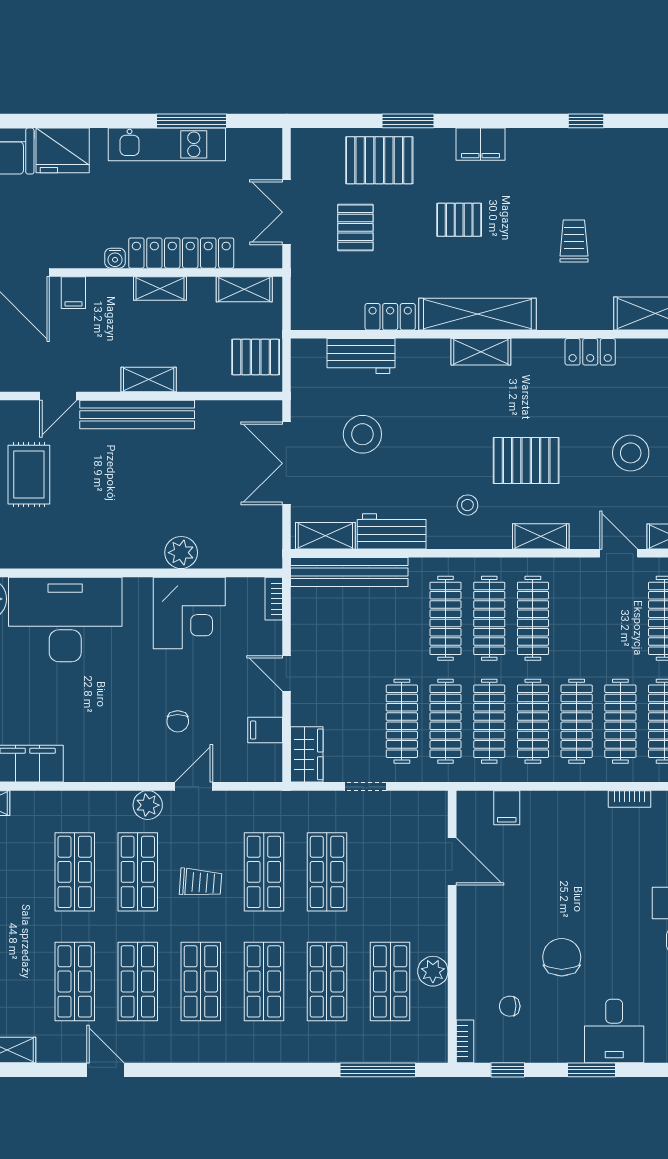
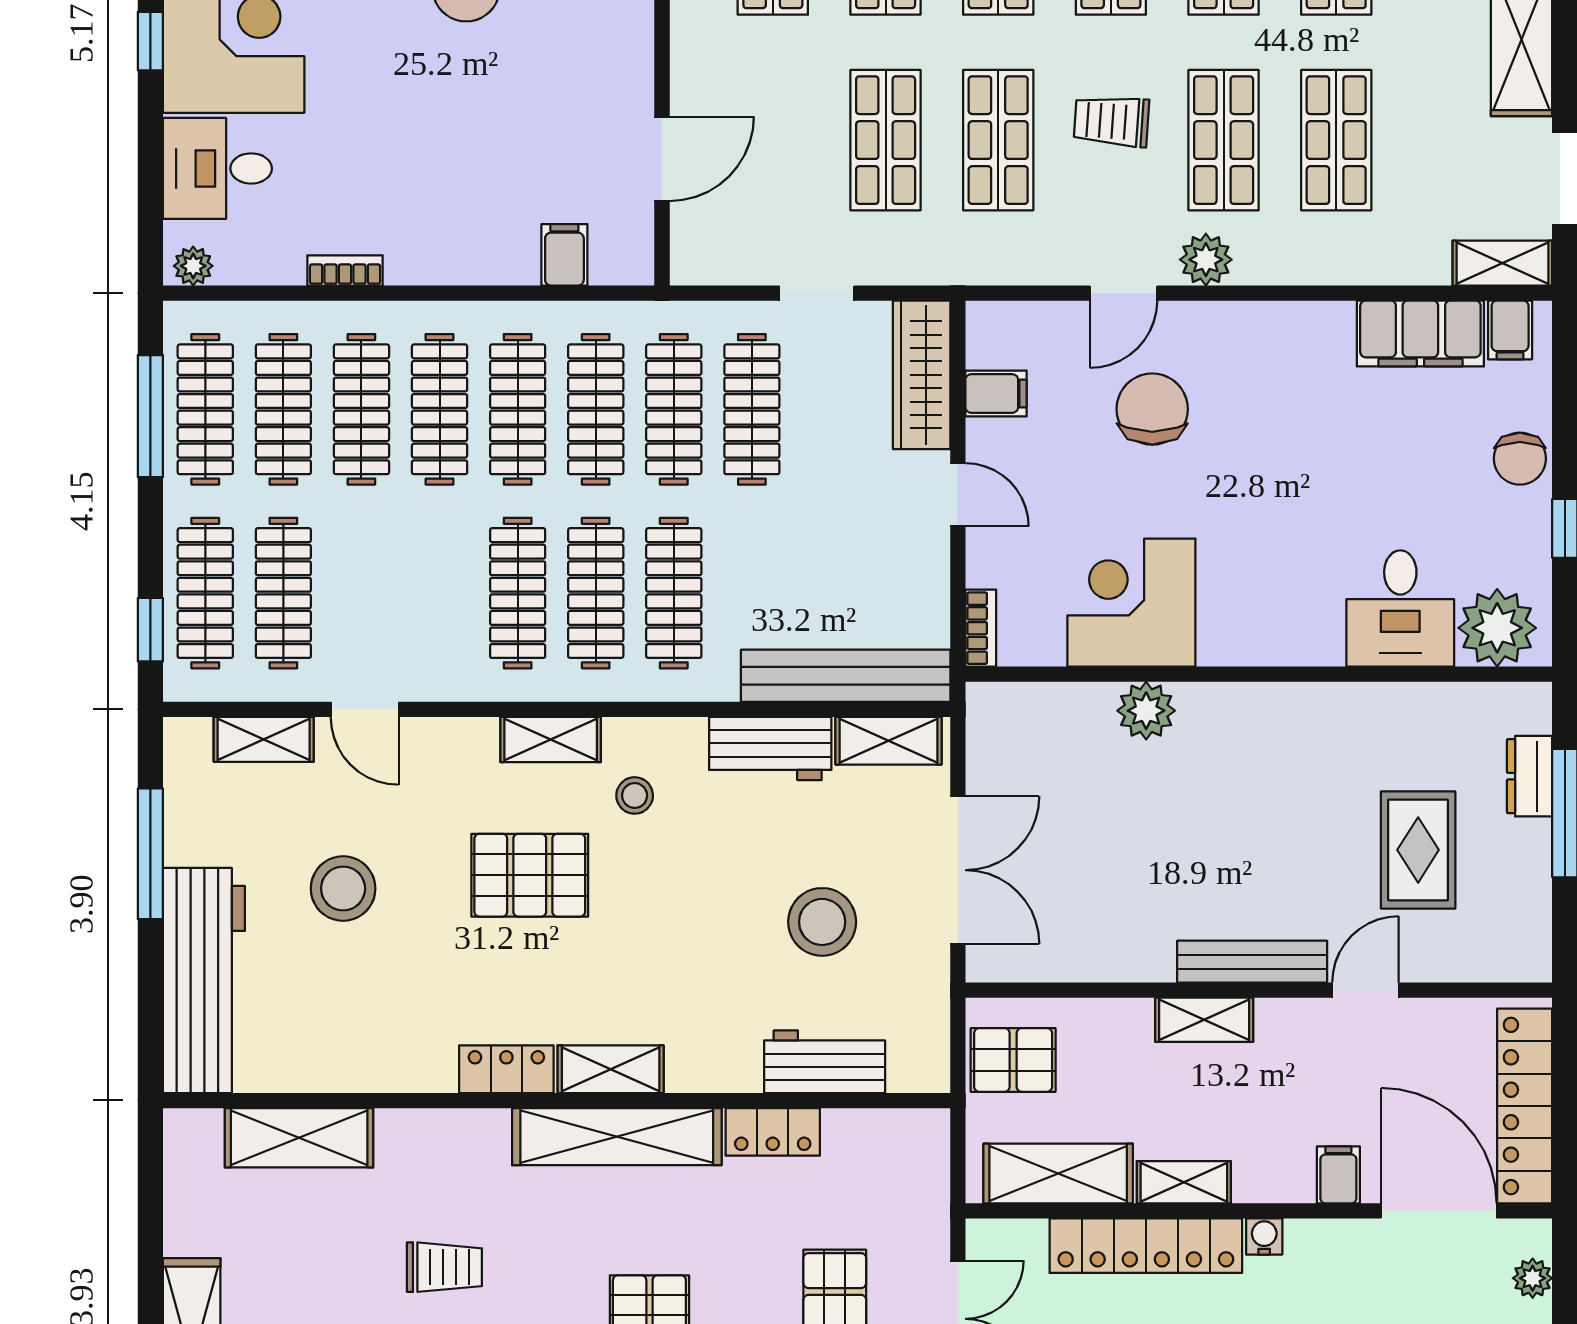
trolley: (574, 241) -> (444, 1267), turned -90
shelving: (244, 289) -> (1058, 1173), width x1.50, depth x1.33
locker: (590, 352) -> (506, 1069), moved
bench: (137, 415) -> (1252, 962), width x0.73, depth x0.82
shelving: (541, 536) -> (551, 739), moved
desk: (65, 619) -> (1400, 608), width x0.53, depth x0.77
chair: (178, 721) -> (1152, 409), width x1.87, depth x1.87
wardrobe: (307, 754) -> (922, 375), width x1.50
door: (452, 861) -> (662, 159), swing flipped

